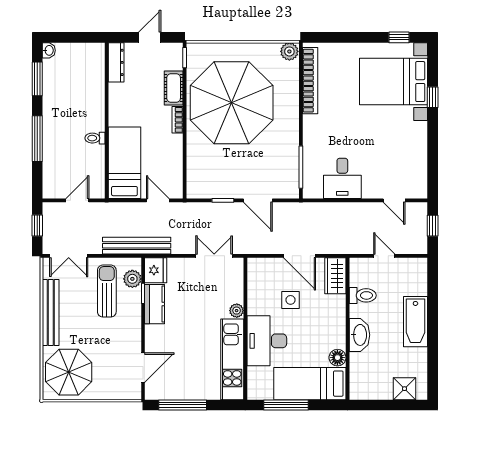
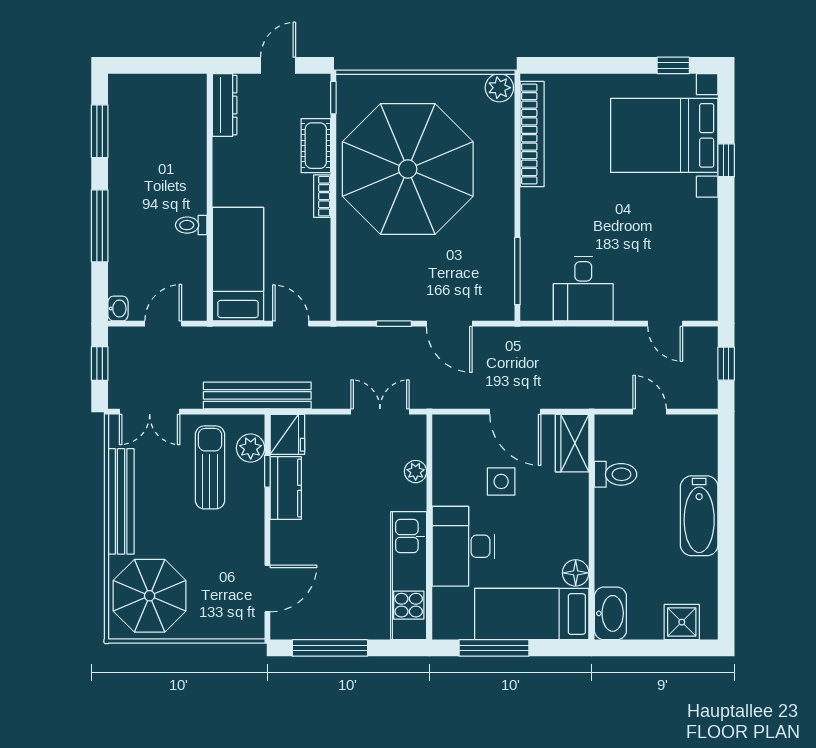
washbasin: (49, 50) -> (118, 309), moved
plant: (237, 311) -> (416, 472), moved
washbasin: (359, 335) -> (610, 613), moved

